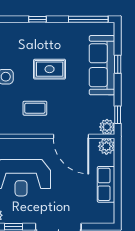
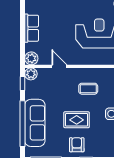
armchair: (49, 38) -> (77, 145), added
window: (118, 64) -> (22, 124), width x3.17
door: (71, 136) -> (59, 66), width x0.53

